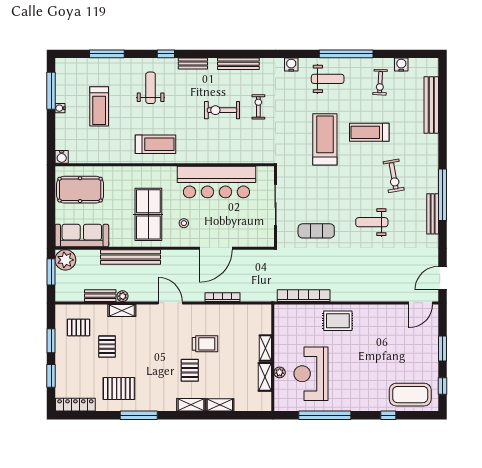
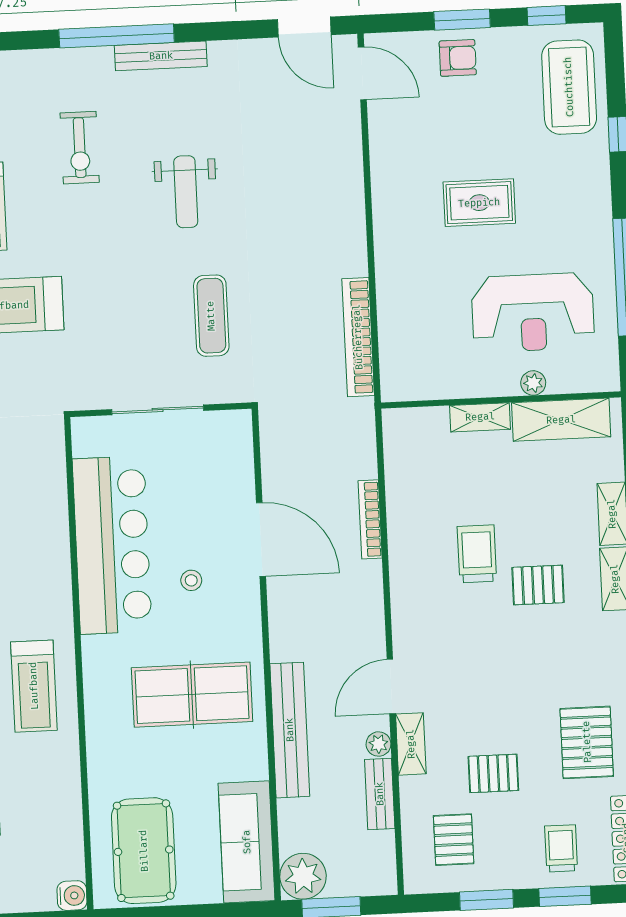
treadmill: (155, 144) -> (34, 686), turned 180
exercise bike: (394, 176) -> (80, 148), turned 100
stool: (184, 223) -> (191, 580), moved
door: (170, 303) -> (391, 687), moved
rug: (338, 321) -> (479, 203), moved, turned 90
armchair: (425, 346) -> (458, 58), added
trolley: (72, 375) -> (561, 848), added
shelving: (265, 377) -> (561, 420), width x1.50, depth x1.33

